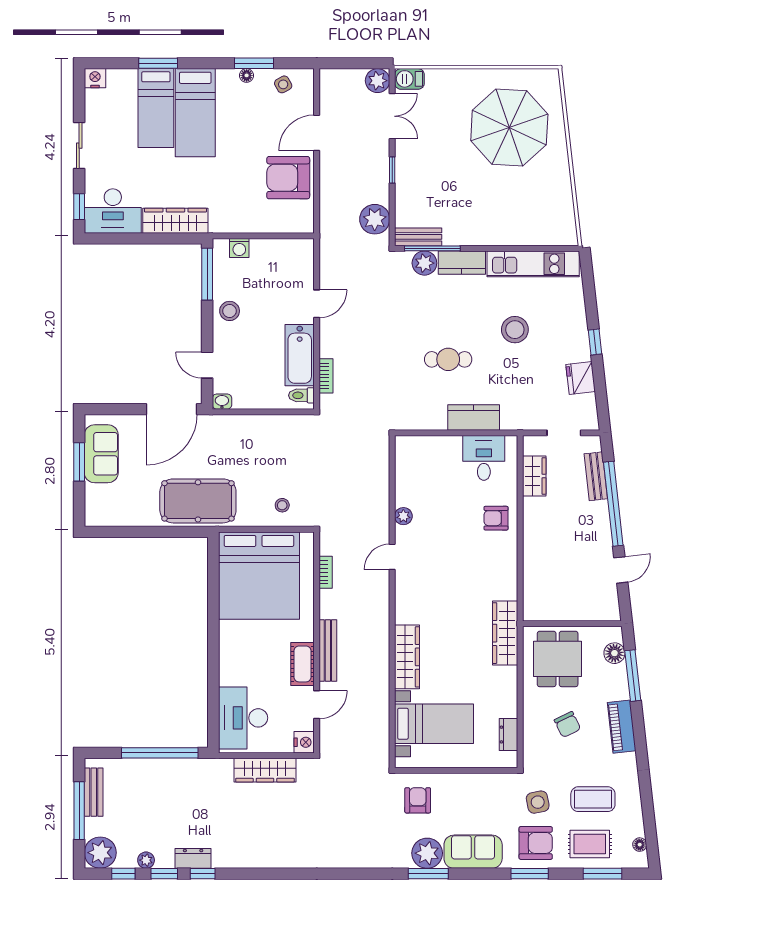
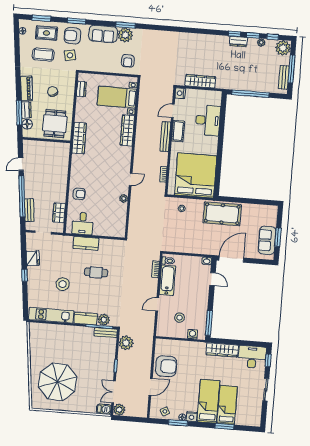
nightstand: (95, 78) -> (192, 417), moved
stool: (230, 311) -> (179, 318), moved
dresser: (619, 682) -> (26, 110), added
desk: (243, 718) -> (208, 120), moved

